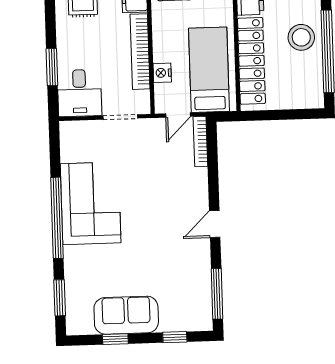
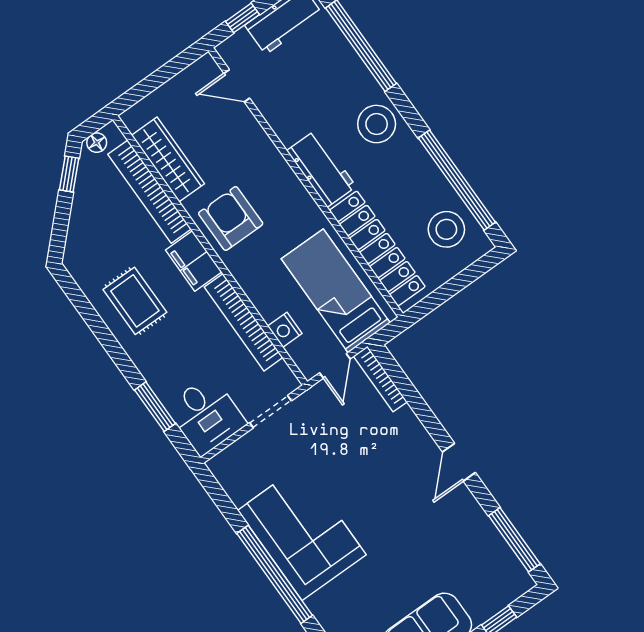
stool: (301, 37) -> (446, 229), moved

